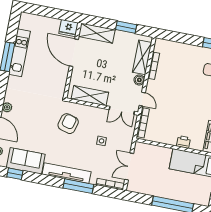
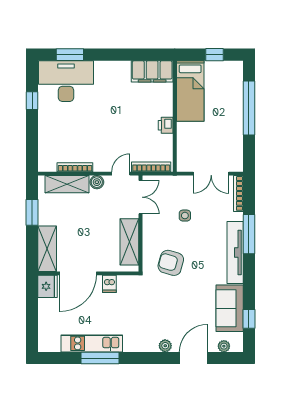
dishwasher: (61, 75) -> (109, 284), added
printer: (183, 142) -> (166, 125), moved

